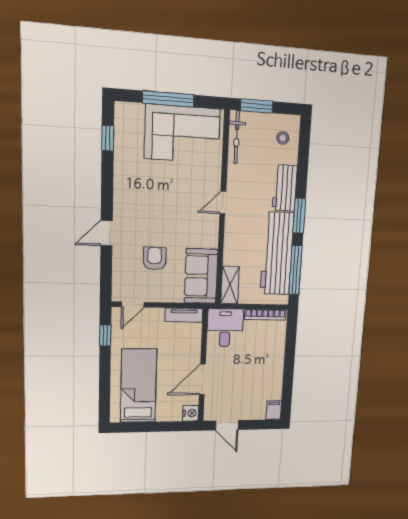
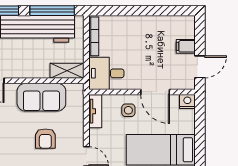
armchair: (155, 259) -> (45, 139), turned -90
sofa: (201, 276) -> (41, 97), moved
side table: (184, 351) -> (128, 110), added
filing cabinet: (274, 410) -> (186, 46), moved

